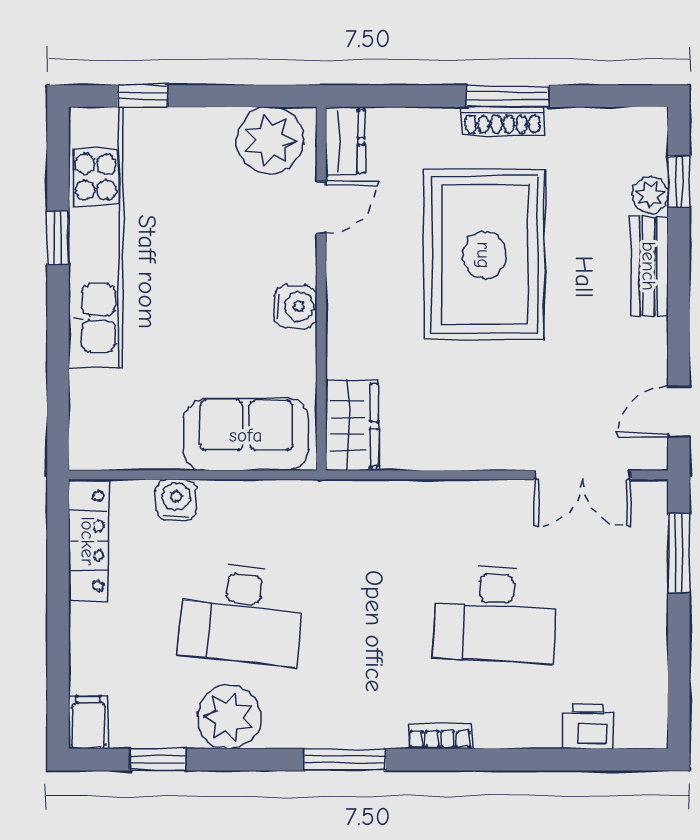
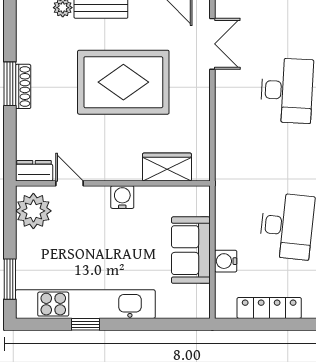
window: (142, 96) -> (10, 279), width x1.50
rug: (484, 255) -> (123, 82), moved
wardrobe: (352, 425) -> (167, 167), moved
sofa: (246, 435) -> (191, 250), moved
locker: (88, 541) -> (269, 308), moved

